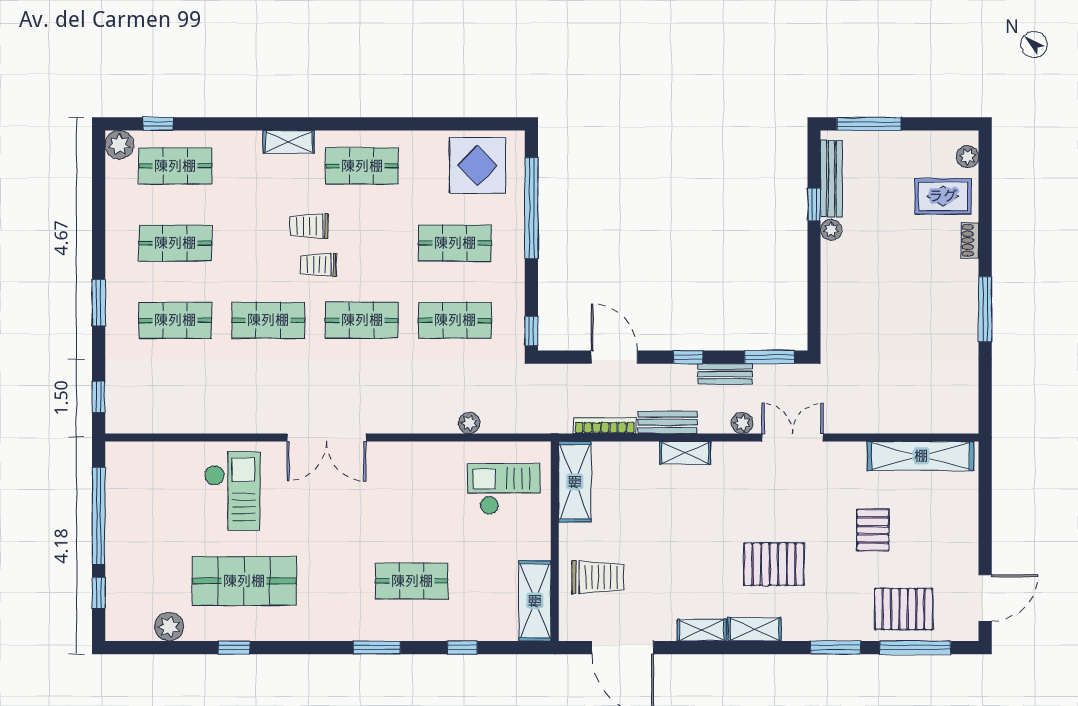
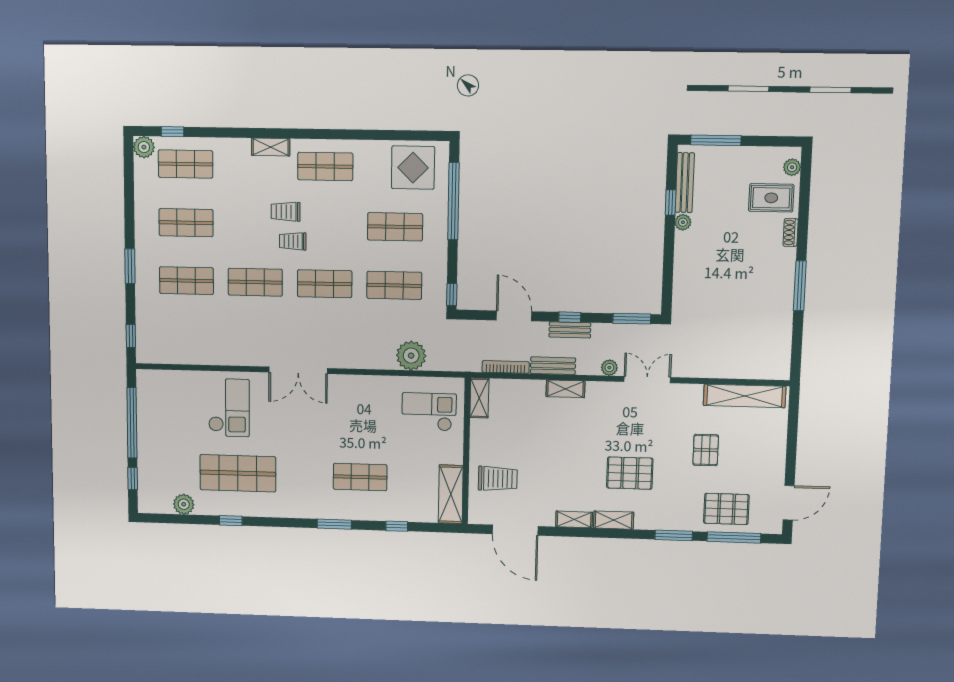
bench: (725, 374) -> (570, 330), moved
plant: (469, 423) -> (411, 356), width x1.87, depth x1.87
shelving: (575, 482) -> (479, 398), width x0.67, depth x0.75

